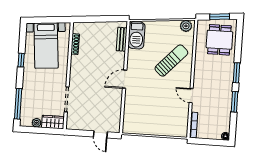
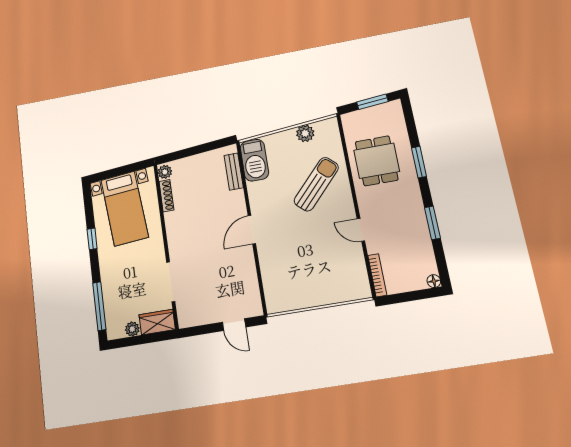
plant: (186, 26) -> (305, 133), moved
plant: (77, 28) -> (165, 172), added
dining table: (219, 40) -> (377, 161), moved
window: (236, 73) -> (419, 162), moved

